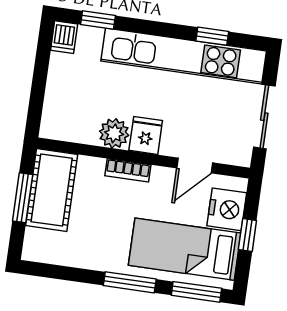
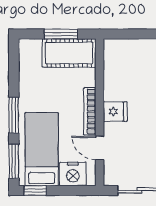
plant: (114, 133) -> (114, 90), removed
bookcase: (128, 170) -> (90, 111), width x1.56
window: (247, 235) -> (35, 191), moved

